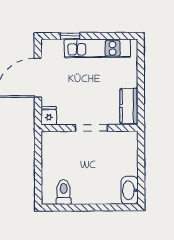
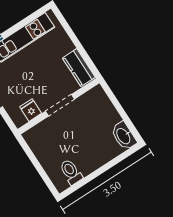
fridge: (49, 116) -> (31, 110), moved

